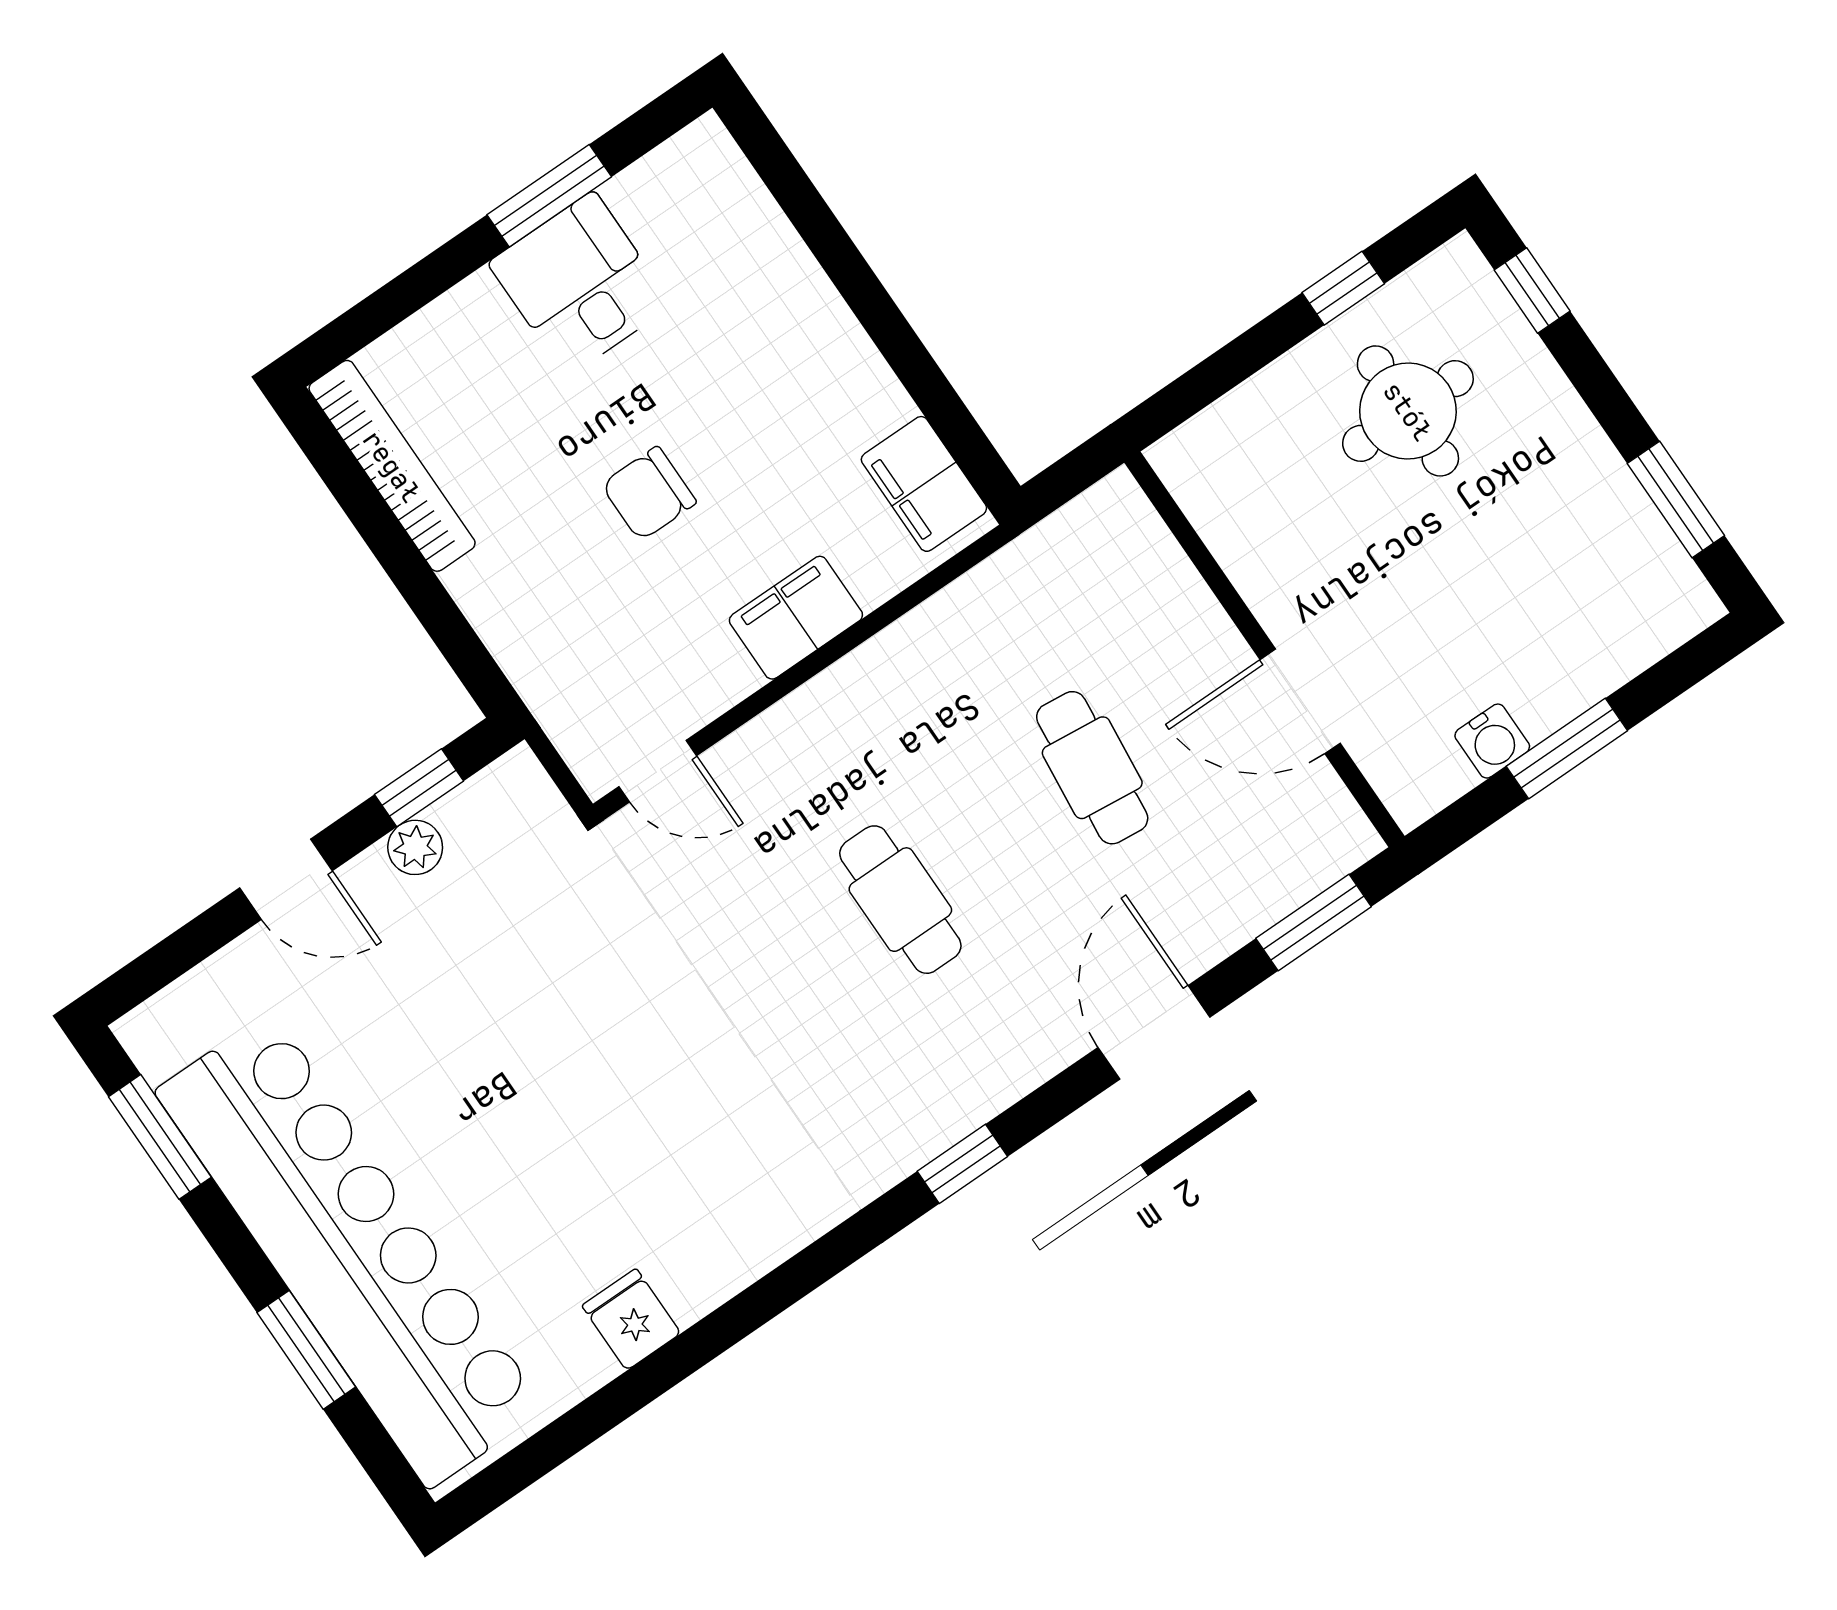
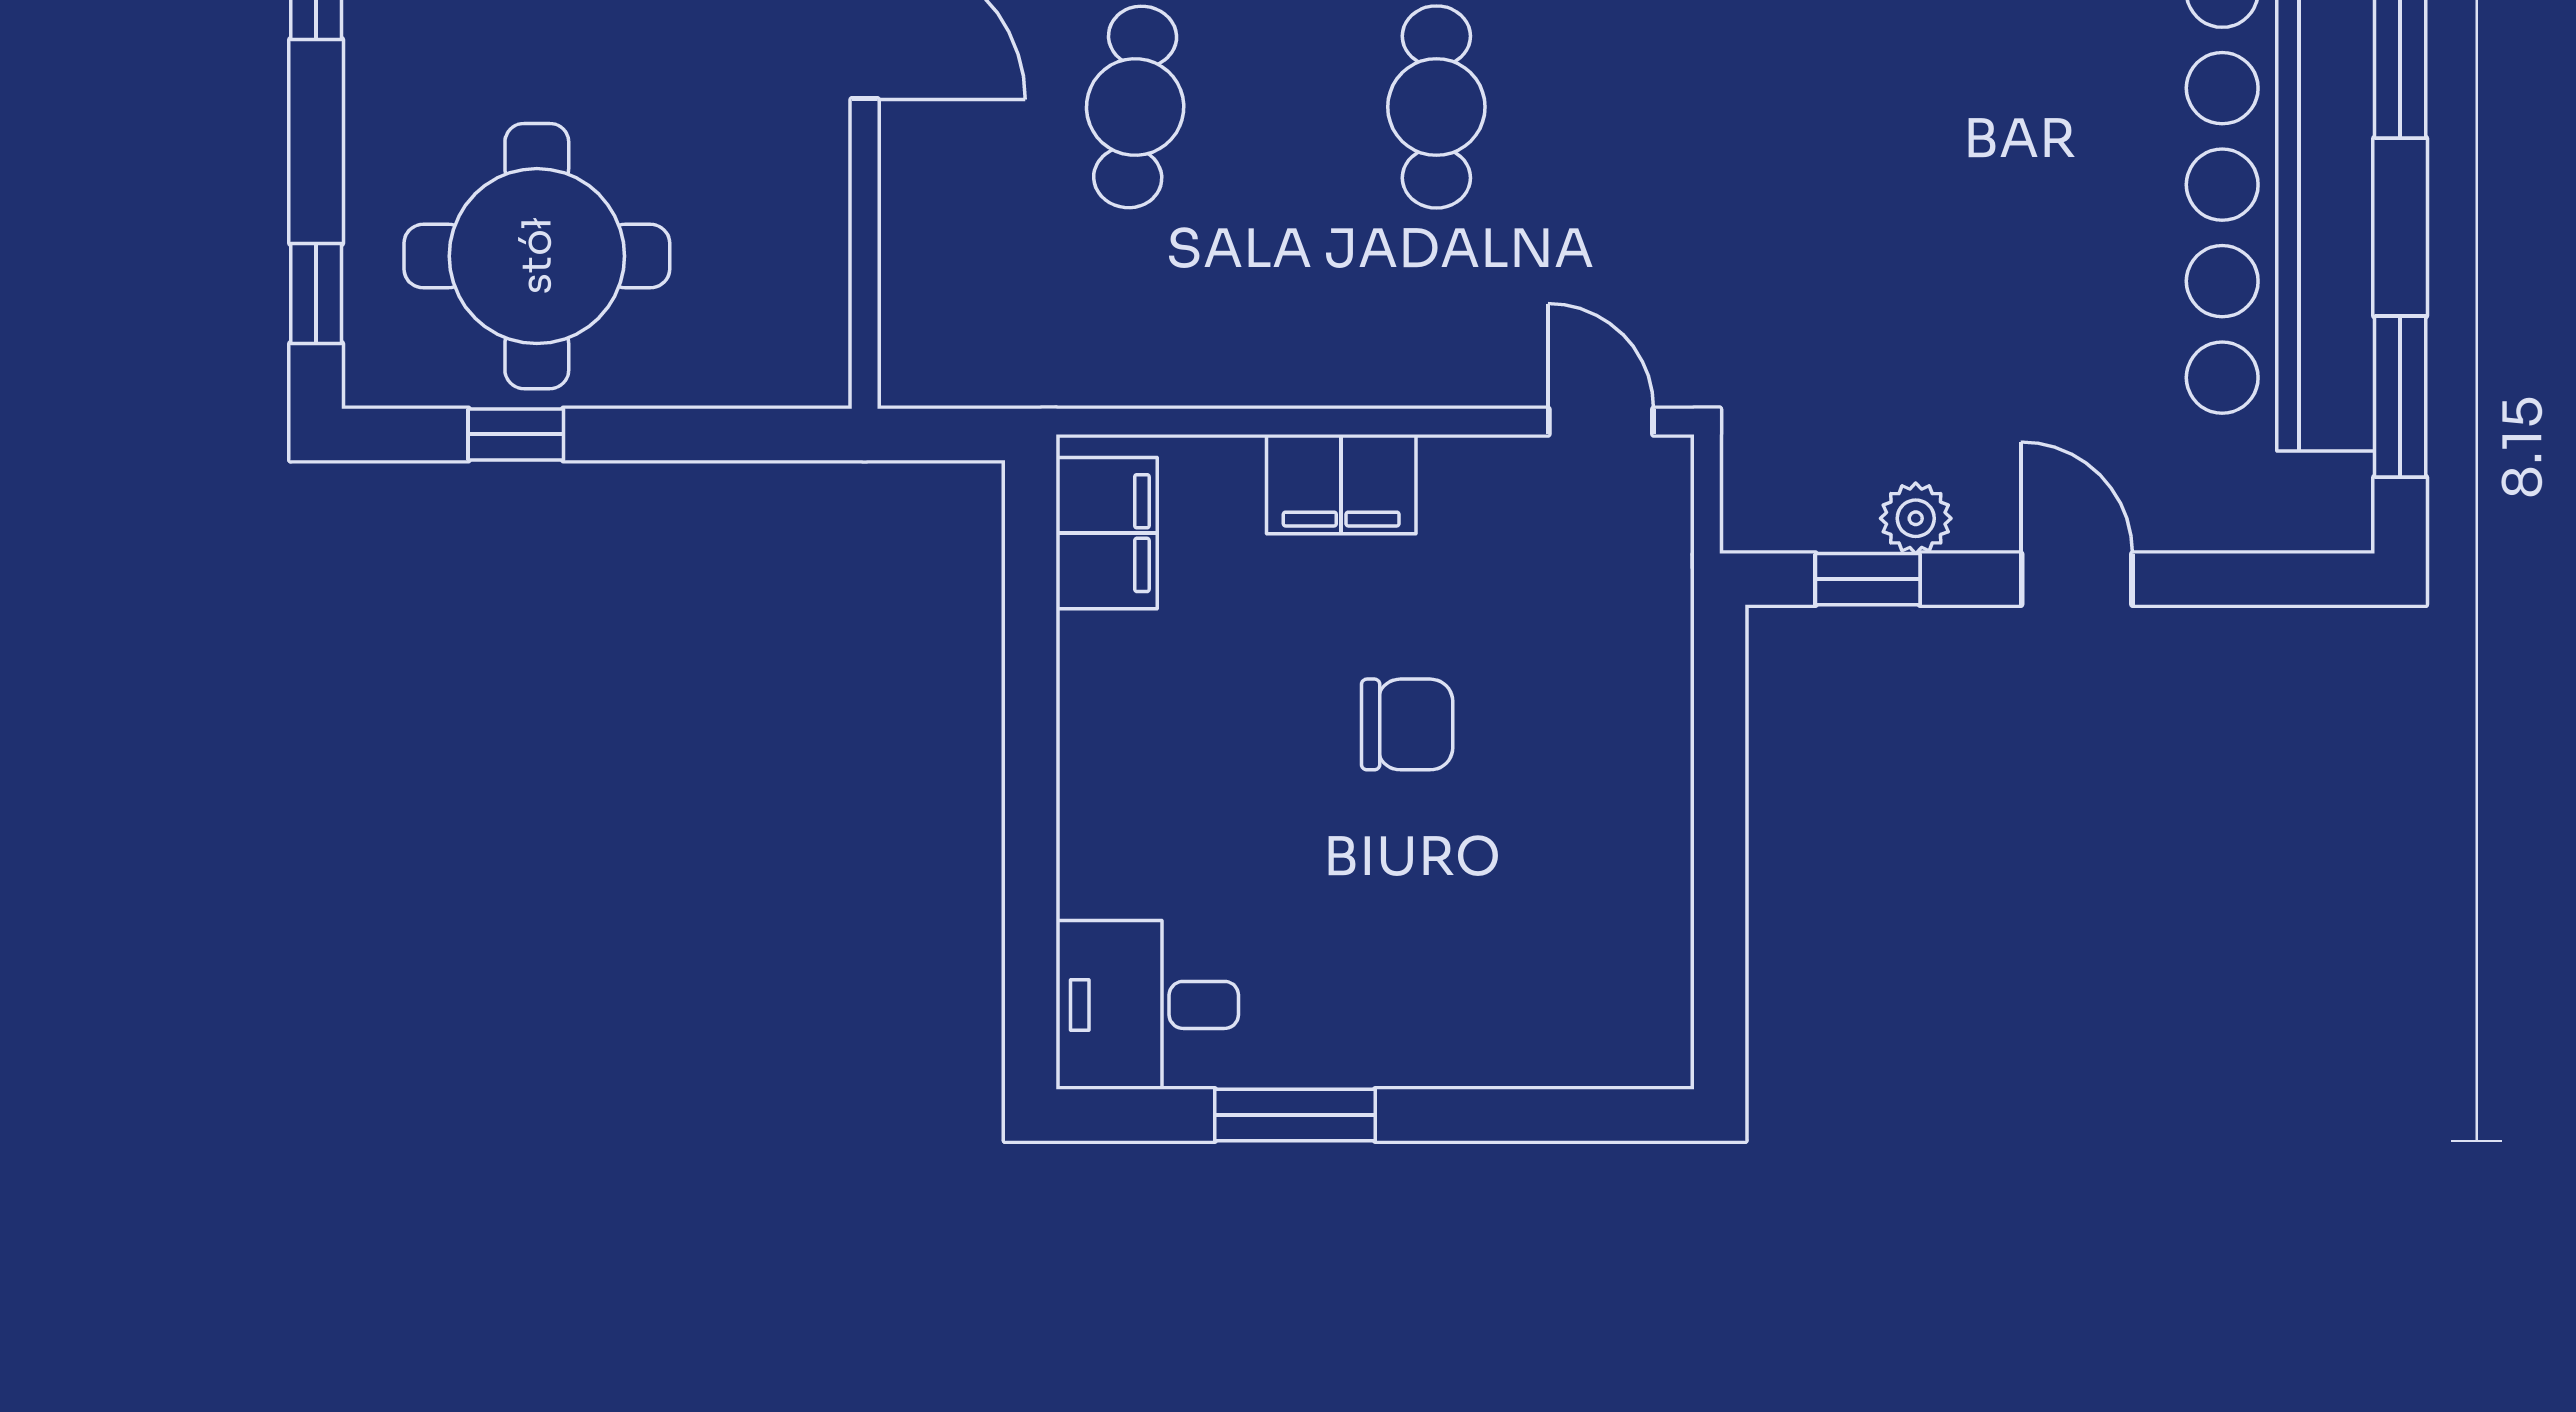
desk: (580, 284) -> (1147, 1005), moved, turned 90
round table: (1408, 411) -> (537, 256), width x1.36, depth x1.36
bookcase: (392, 466) -> (1661, 942), removed

